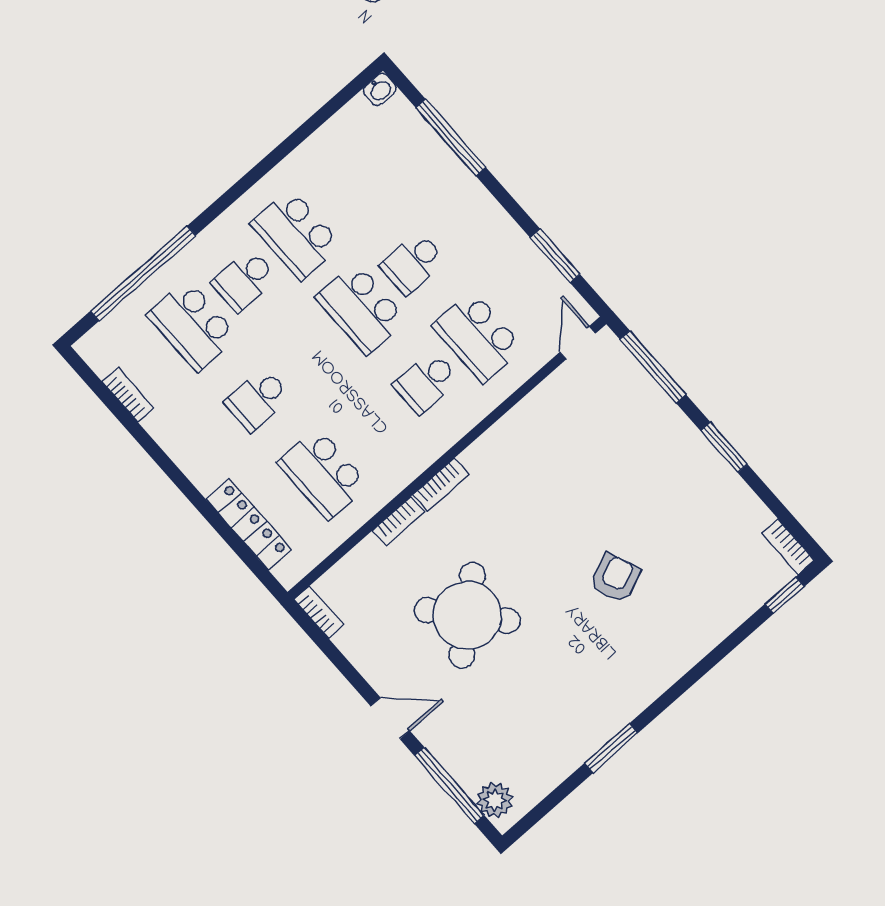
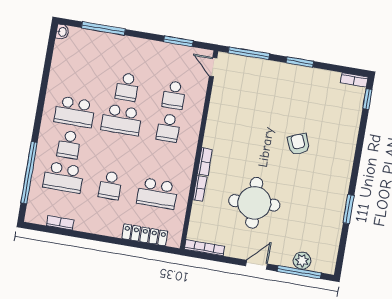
school desk: (478, 337) -> (174, 95), width x0.54
bookcase: (319, 612) -> (204, 248), width x1.56
round table: (467, 615) -> (254, 203), turned 38
plant: (495, 800) -> (302, 261), moved

